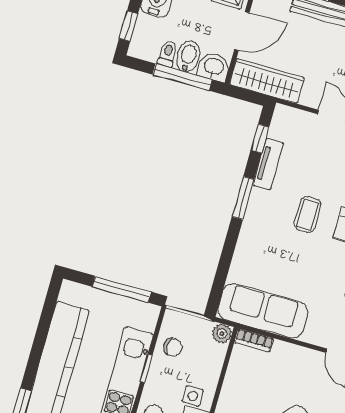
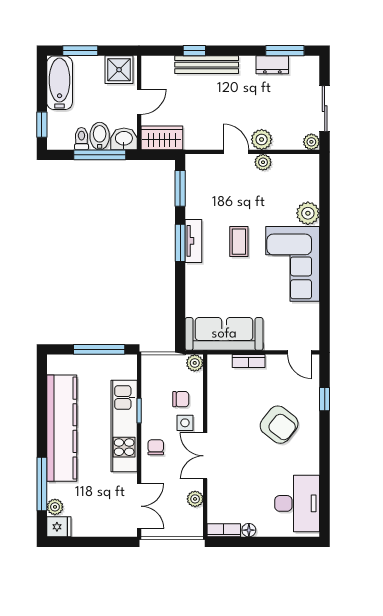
door: (242, 31) -> (139, 102), width x0.73
wardrobe: (267, 81) -> (162, 138), width x0.67
window: (260, 139) -> (180, 188), width x1.50
tv unit: (268, 164) -> (193, 241), moved
bookcase: (254, 340) -> (249, 361), moved
chair: (173, 347) -> (181, 399), moved

